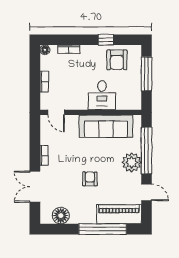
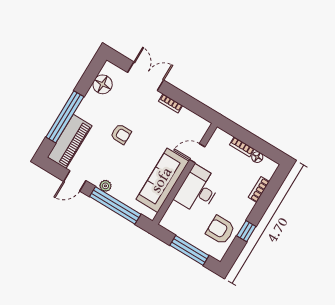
floor lamp: (45, 50) -> (257, 157), moved
desk: (102, 95) -> (198, 190), width x1.37
door: (56, 112) -> (197, 153), moved
plant: (132, 162) -> (105, 186), width x0.53, depth x0.53

